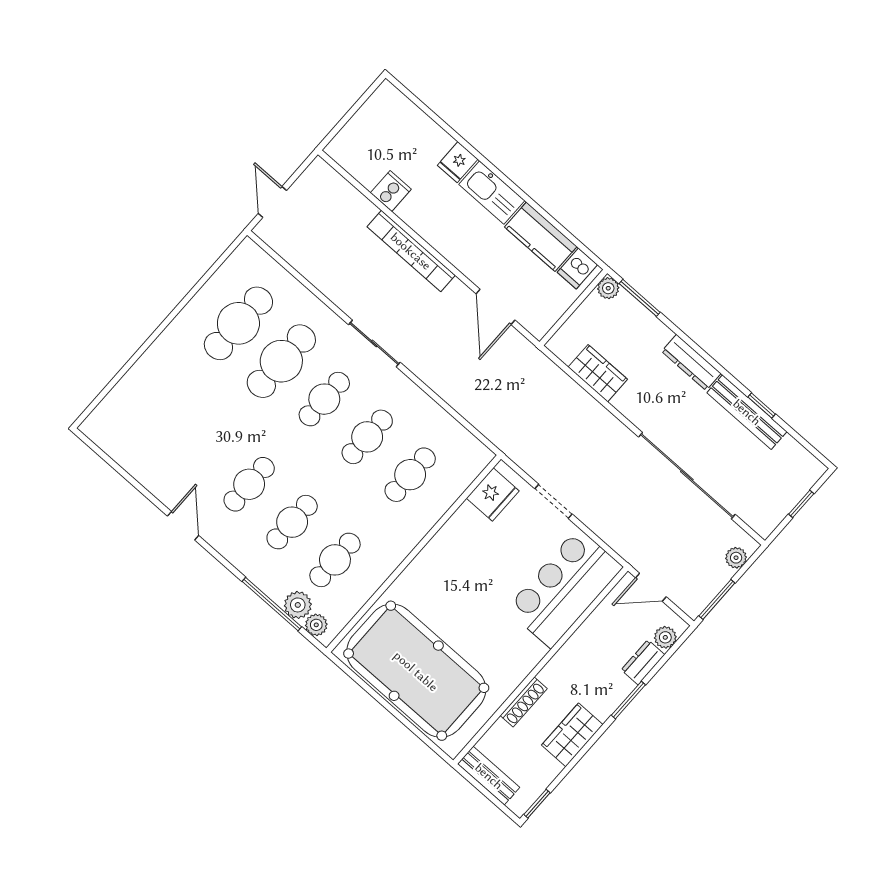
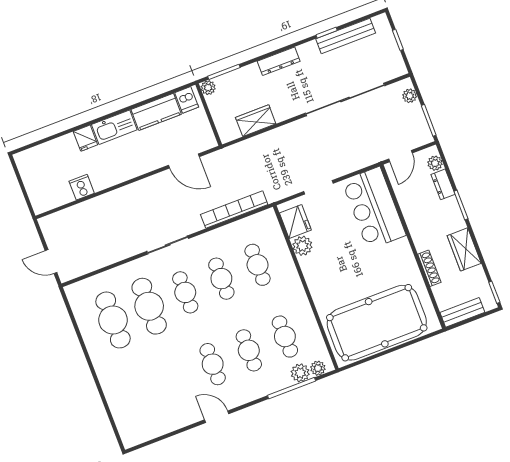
bookcase: (411, 251) -> (234, 210), moved, turned 180
bench: (747, 412) -> (346, 36), moved
plant: (466, 520) -> (302, 246), added

